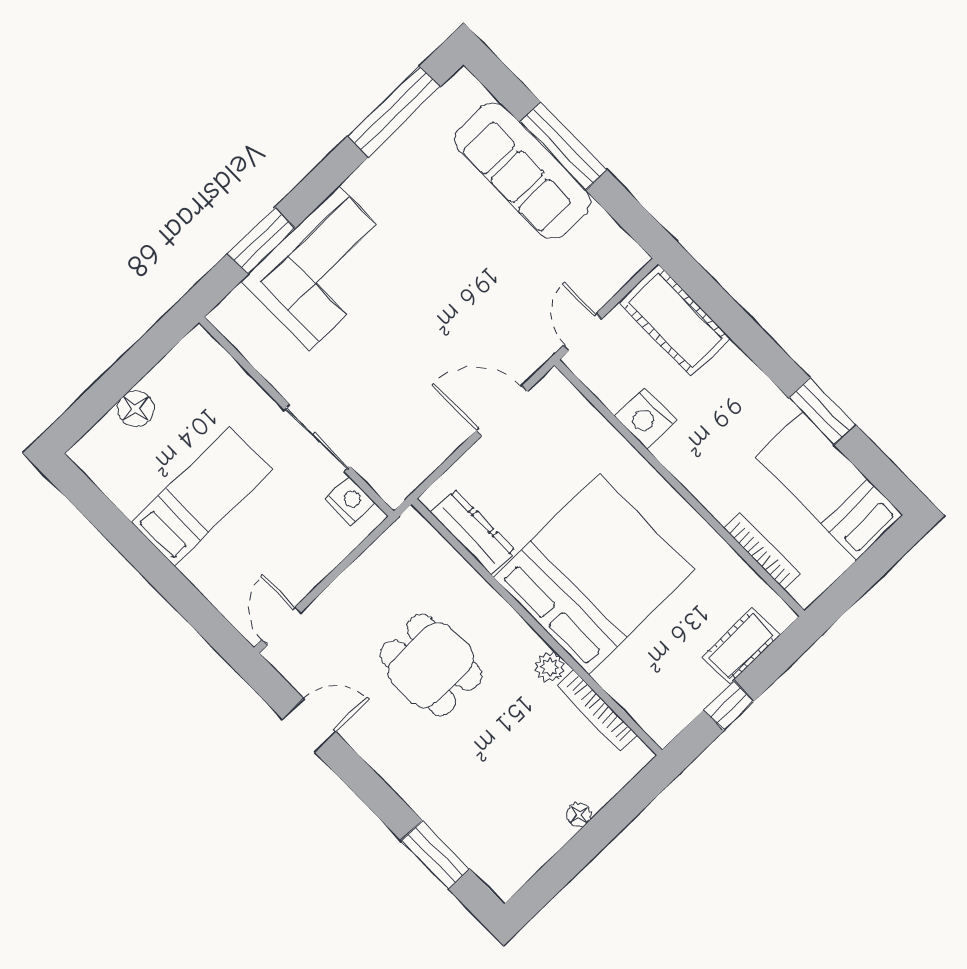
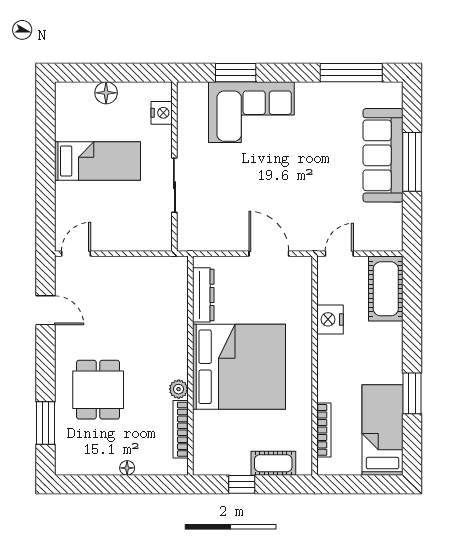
nightstand: (350, 501) -> (162, 113), moved
dining table: (431, 665) -> (98, 390), moved

